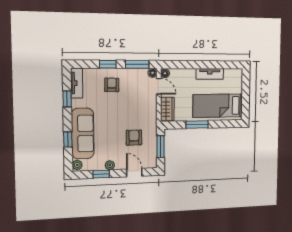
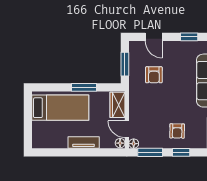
tv unit: (210, 74) -> (84, 142), moved
plant: (110, 165) -> (180, 46), removed

